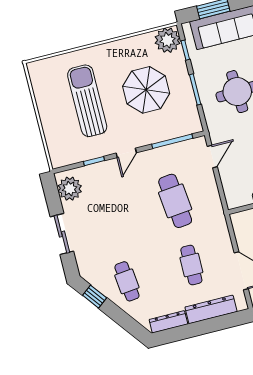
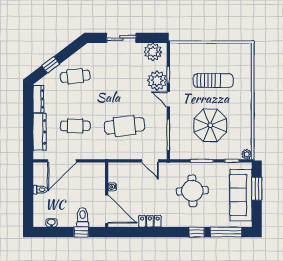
plant: (168, 40) -> (247, 154), width x0.53, depth x0.53
sun lounger: (87, 101) -> (213, 81), width x0.73, depth x0.75
plant: (106, 174) -> (157, 81), added
window: (95, 297) -> (51, 65), moved

